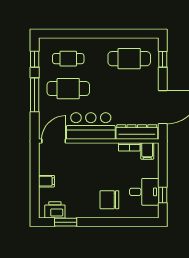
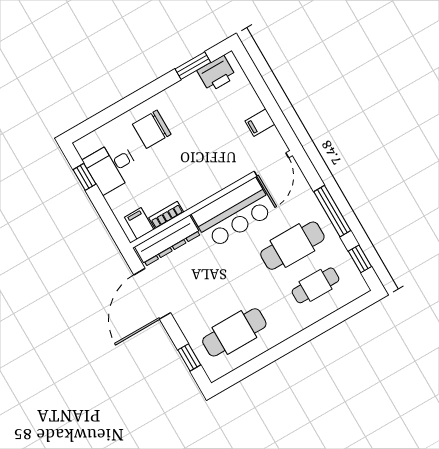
filing cabinet: (46, 181) -> (260, 123), moved
chair: (109, 200) -> (152, 129), turned 180

